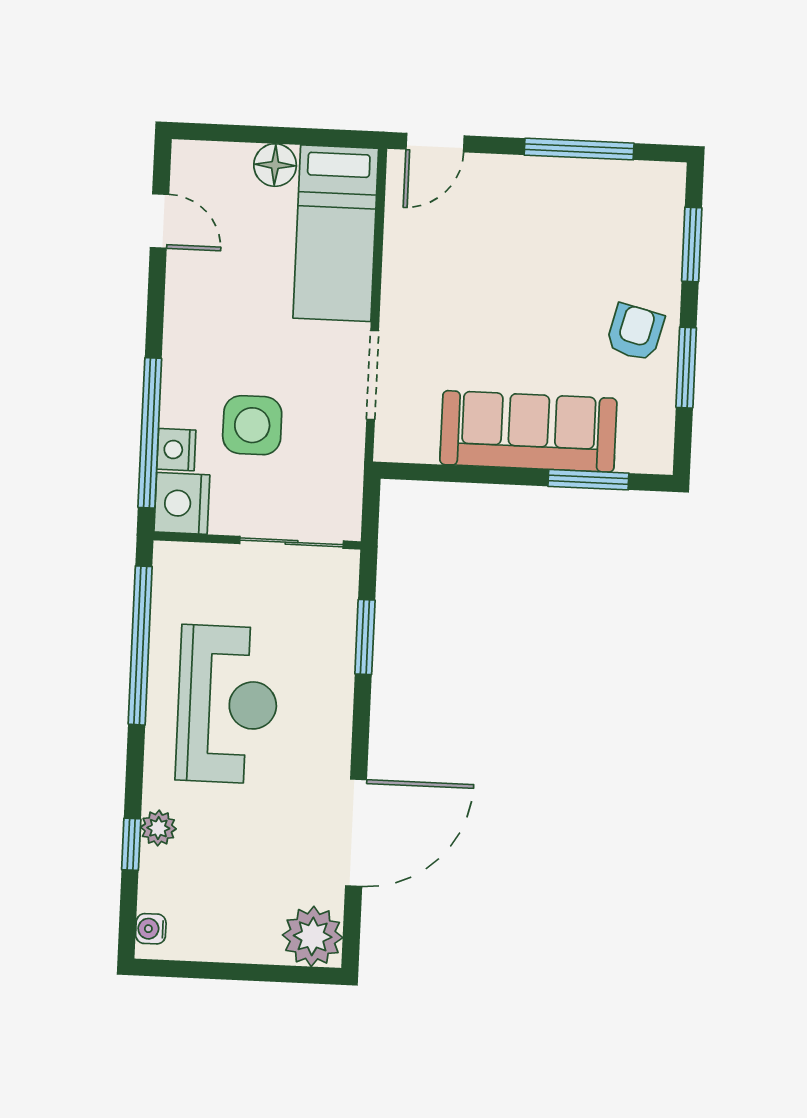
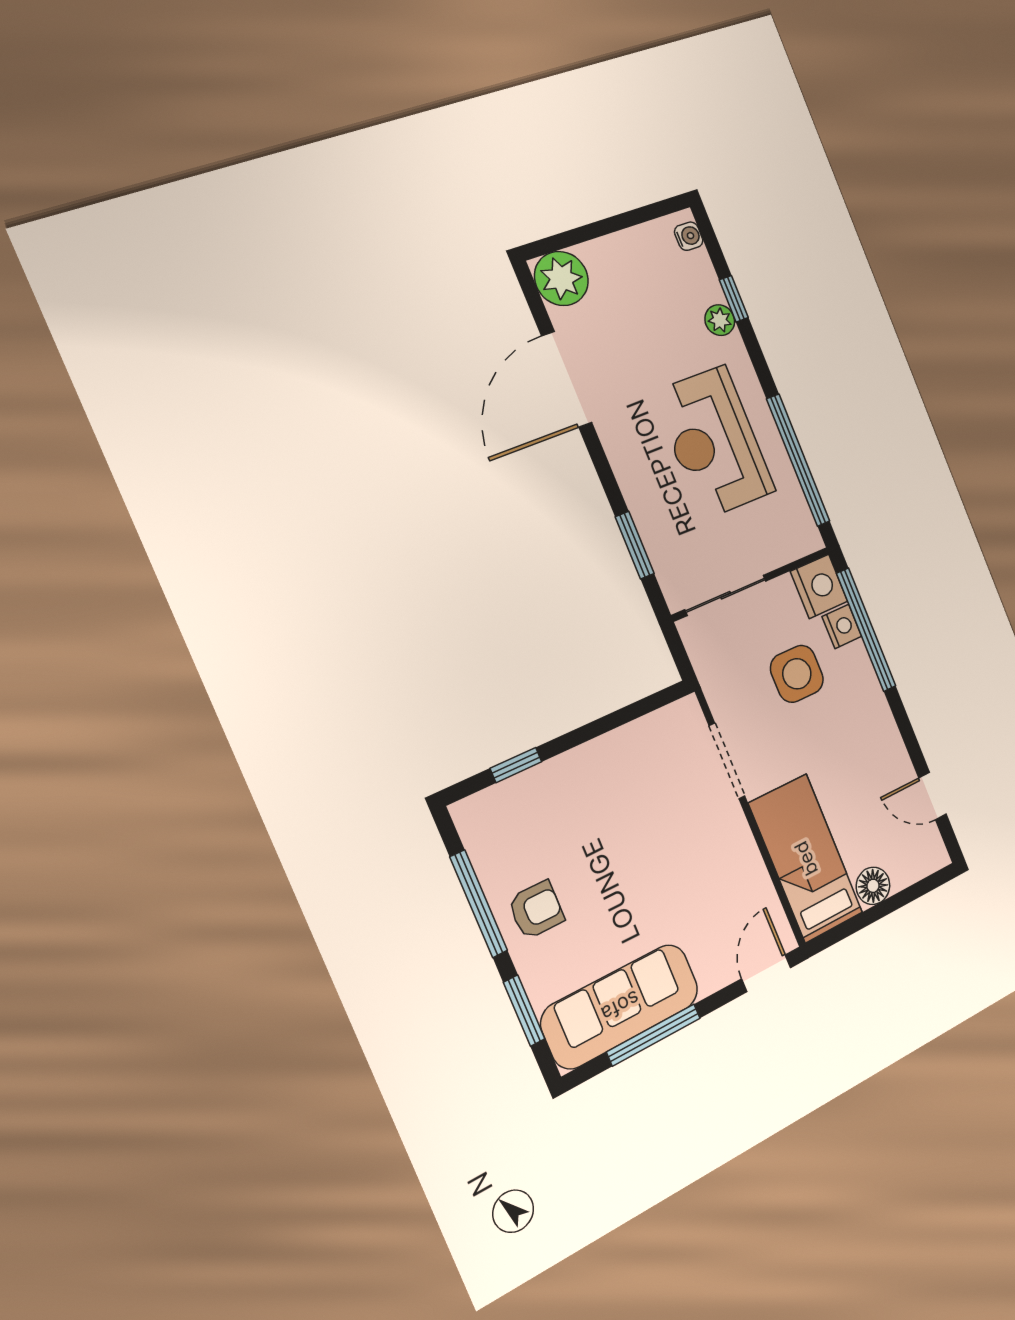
armchair: (635, 332) -> (536, 910), turned -104
window: (686, 368) -> (479, 904), width x1.44
sofa: (528, 431) -> (620, 1006), moved, turned 180
window: (588, 480) -> (516, 765), width x0.67

